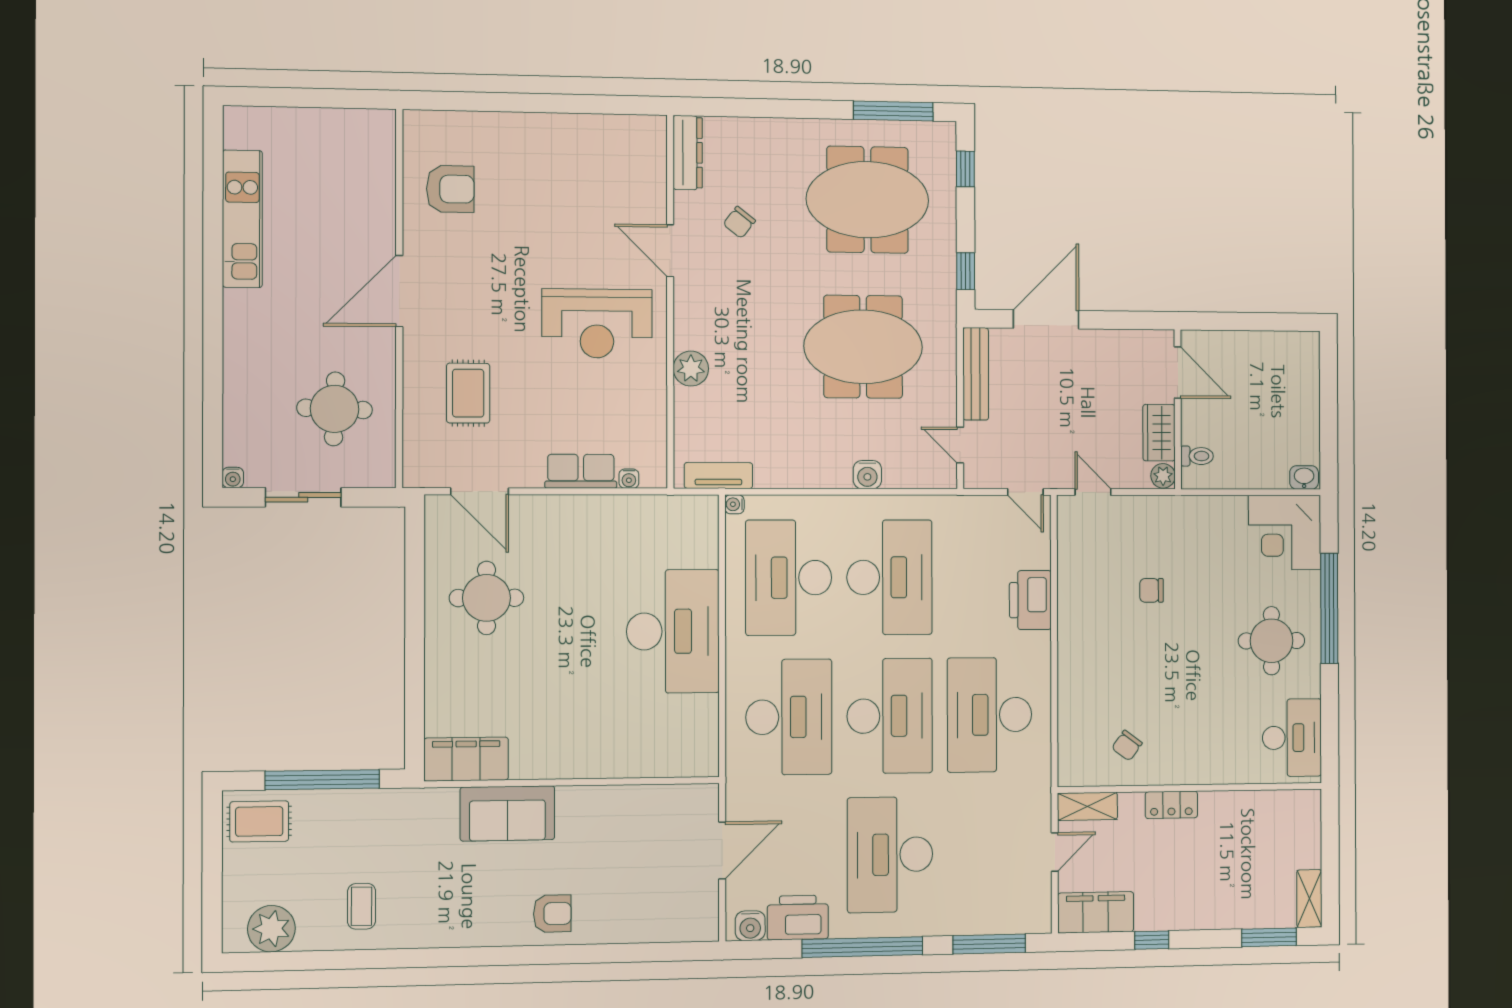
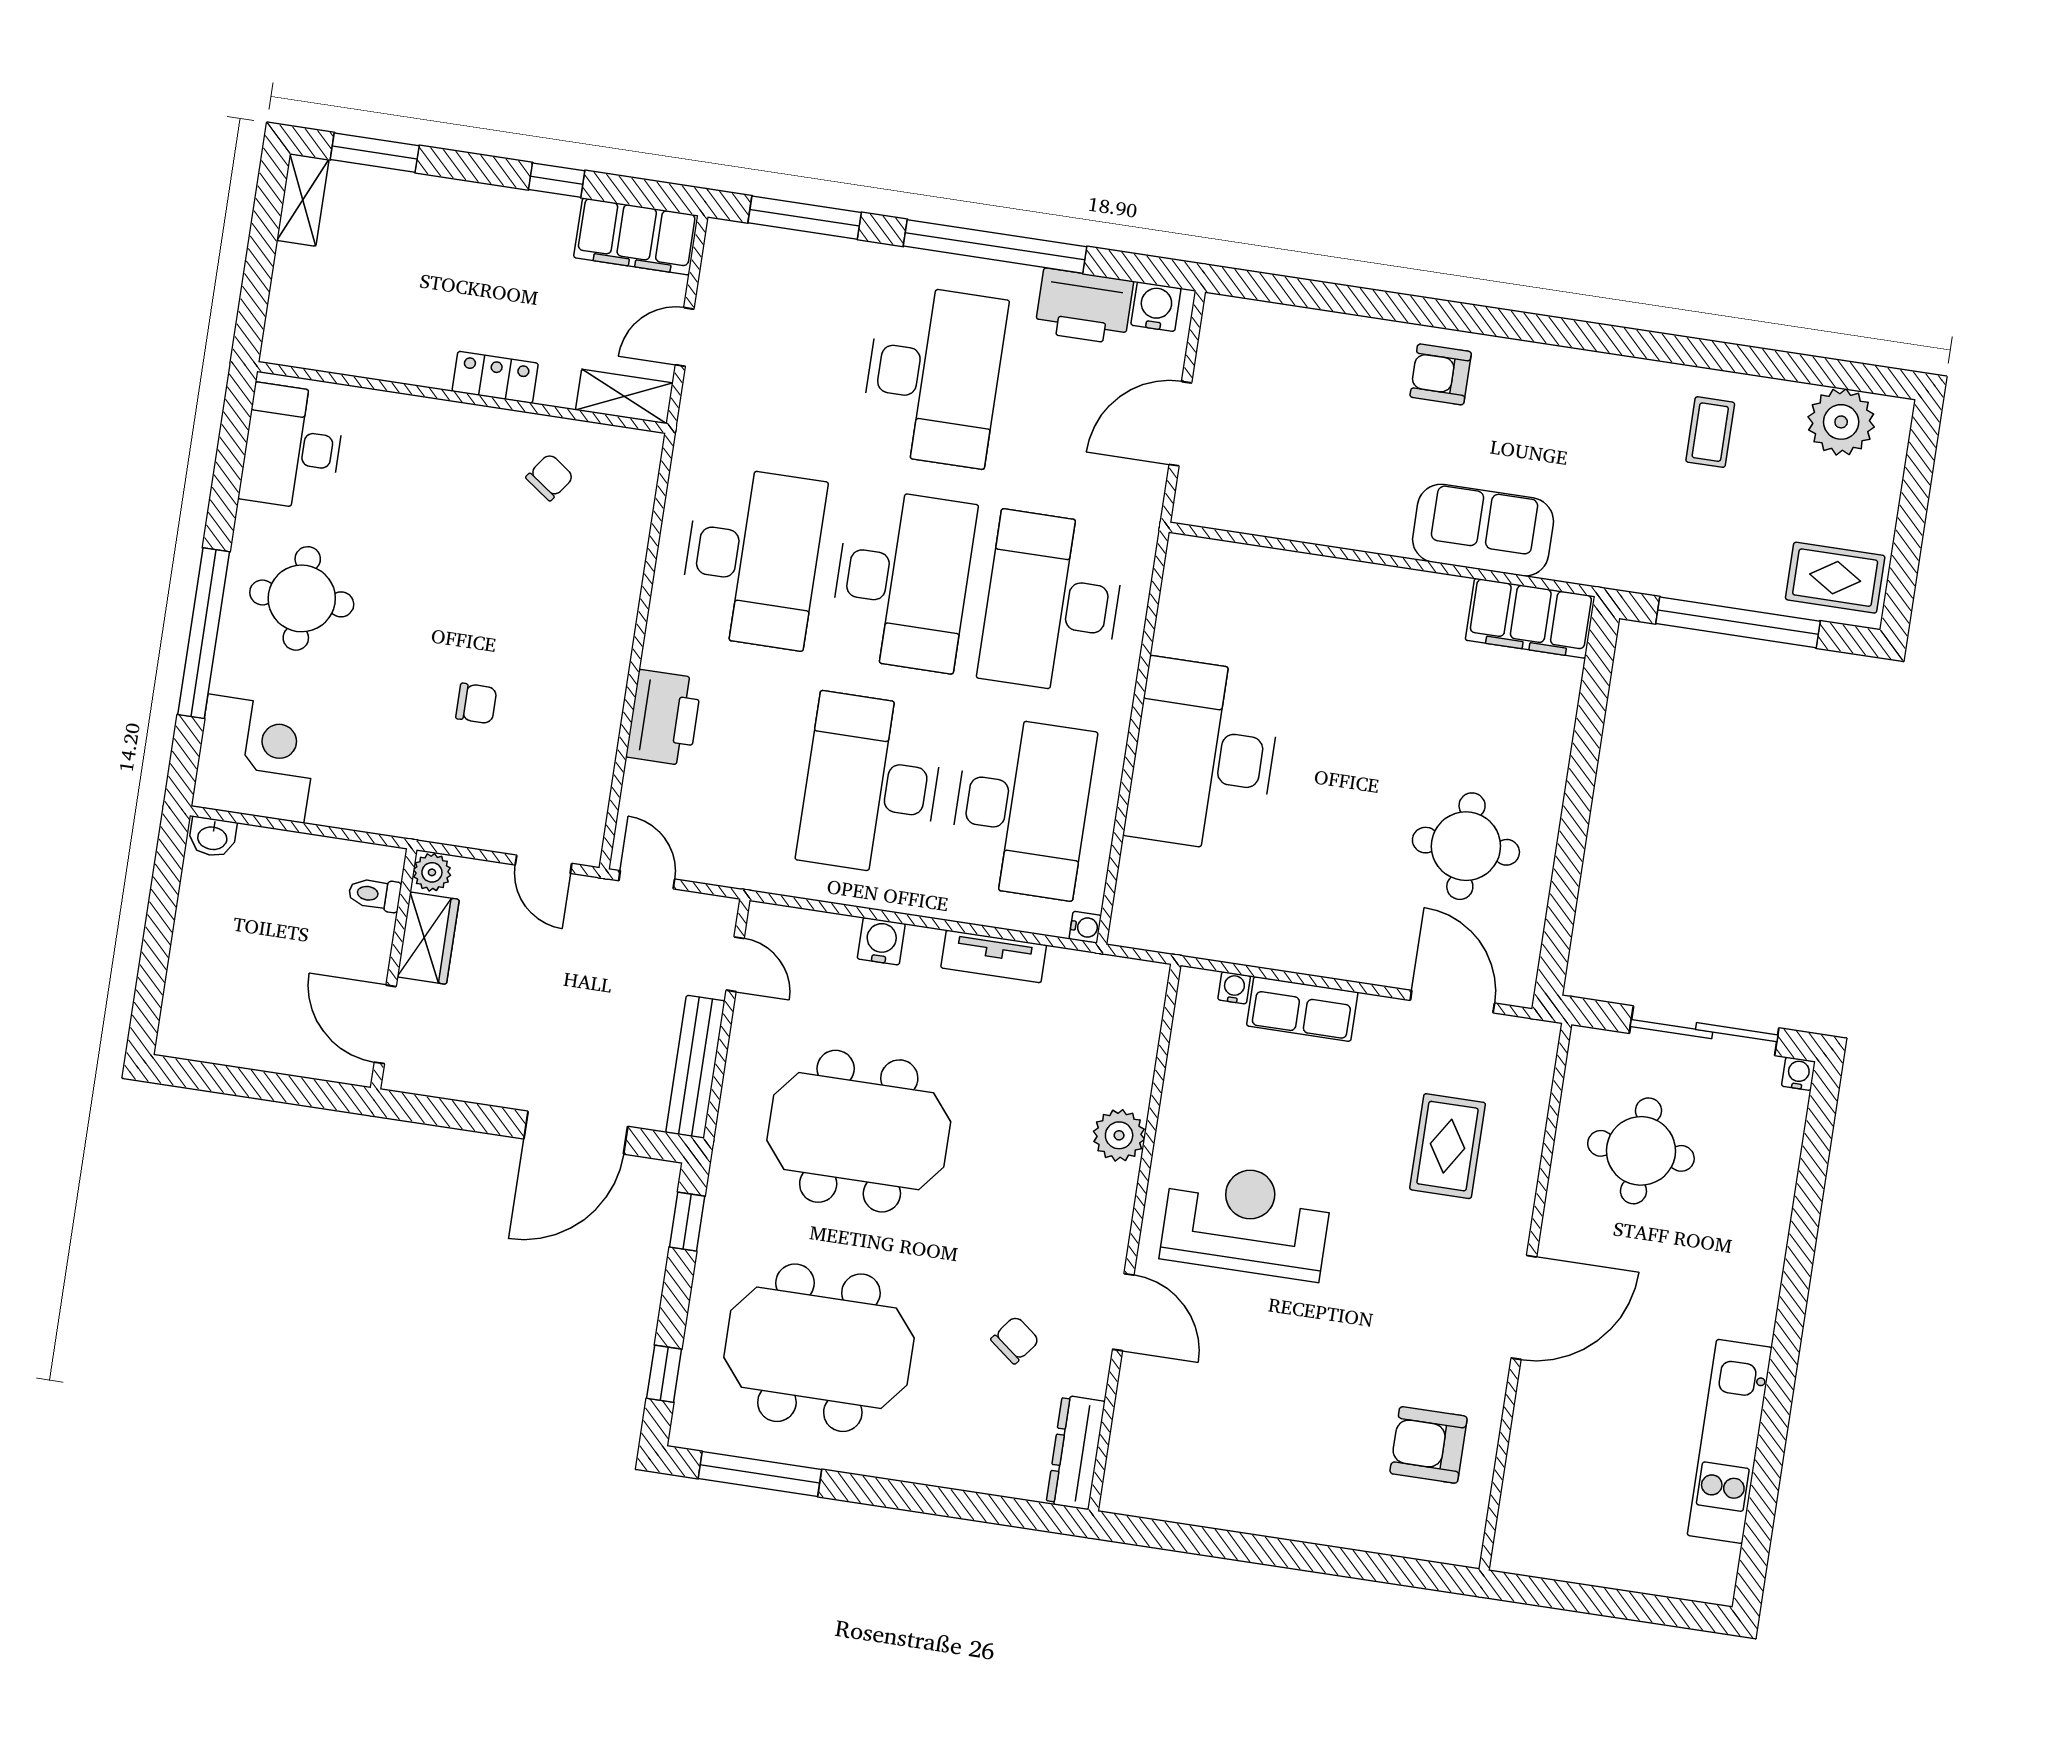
tv unit: (718, 476) -> (994, 956), moved
sliding door: (303, 497) -> (1704, 1031), width x1.37
desk: (890, 716) -> (902, 580), turned 180

